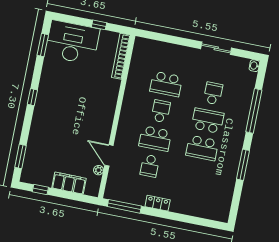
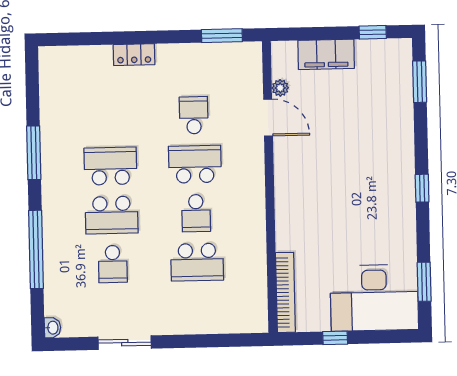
school desk: (166, 84) -> (197, 262), turned 180
locker: (158, 203) -> (134, 55), moved
window: (124, 206) -> (222, 36), width x0.69

